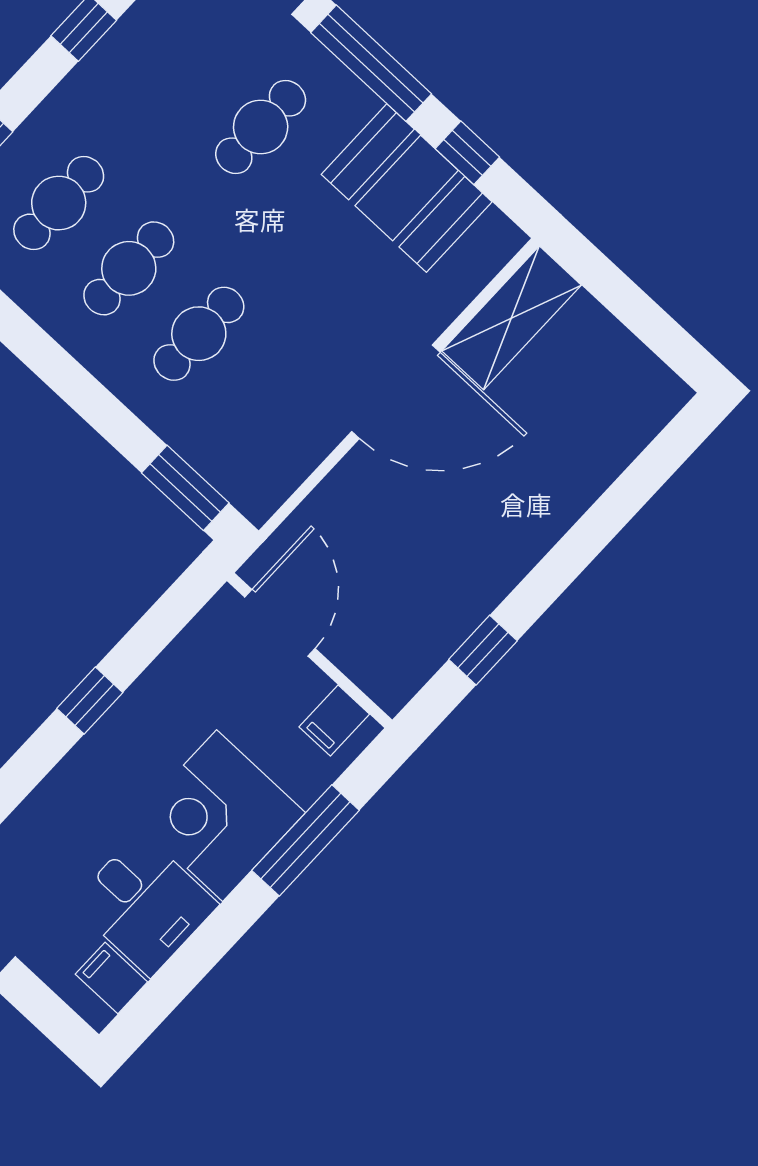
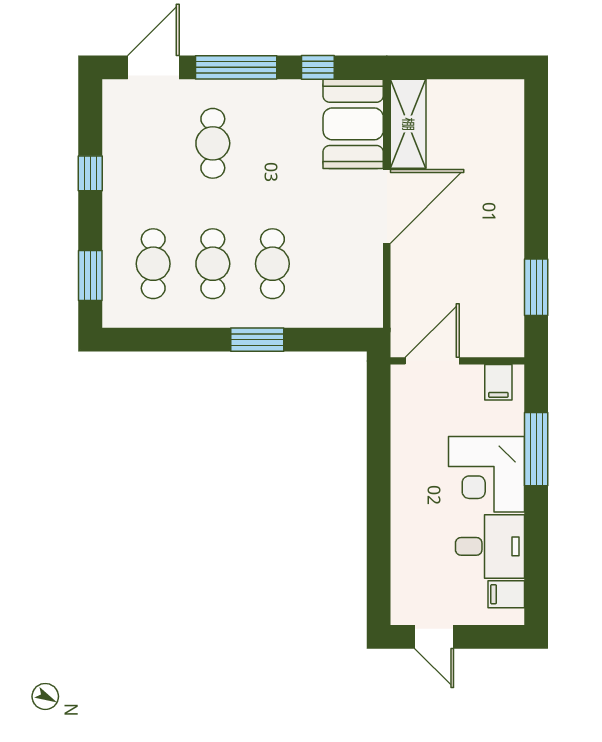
booth: (407, 188) -> (353, 124), moved, turned 90
window: (185, 488) -> (257, 340), moved
door: (280, 623) -> (432, 361), hinge flipped
window: (483, 650) -> (536, 287), width x1.50
window: (90, 700) -> (379, 477), removed

